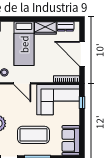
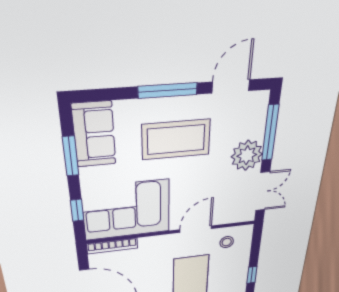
door: (22, 83) -> (196, 229), hinge flipped
window: (82, 131) -> (71, 156), added

